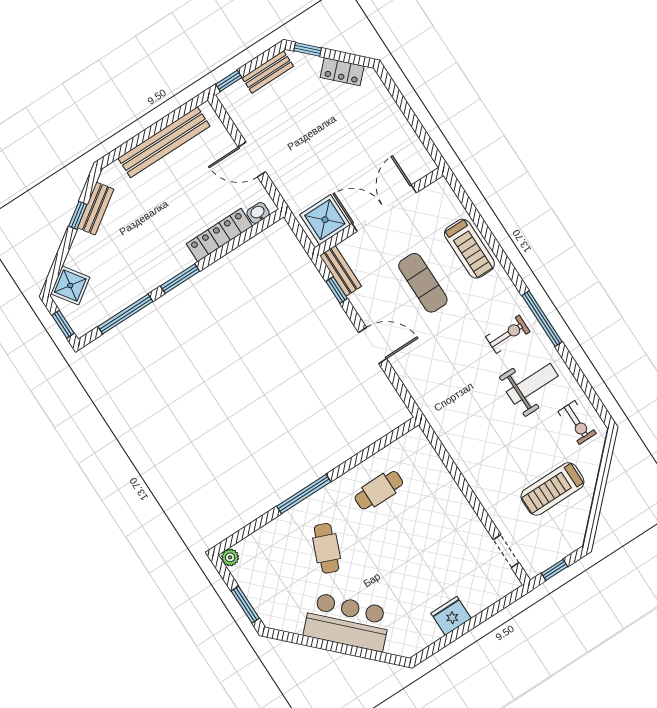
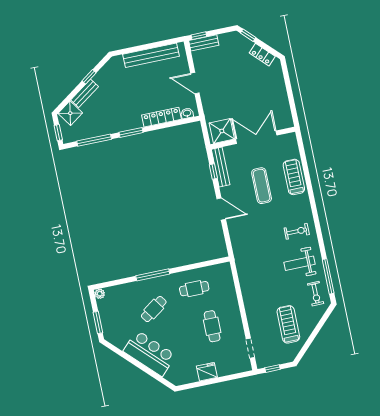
bench: (268, 72) -> (204, 43), moved
bench: (96, 208) -> (85, 93), moved
treadmill: (469, 249) -> (294, 177), turned 180
bench: (341, 271) -> (221, 167), width x1.36
window: (542, 319) -> (328, 276), moved
weight bench: (532, 384) -> (300, 263), turned 180
treadmill: (552, 489) -> (288, 324), turned 90
cafe table: (431, 539) -> (212, 326), added
cafe table: (327, 548) -> (154, 309), turned 33

